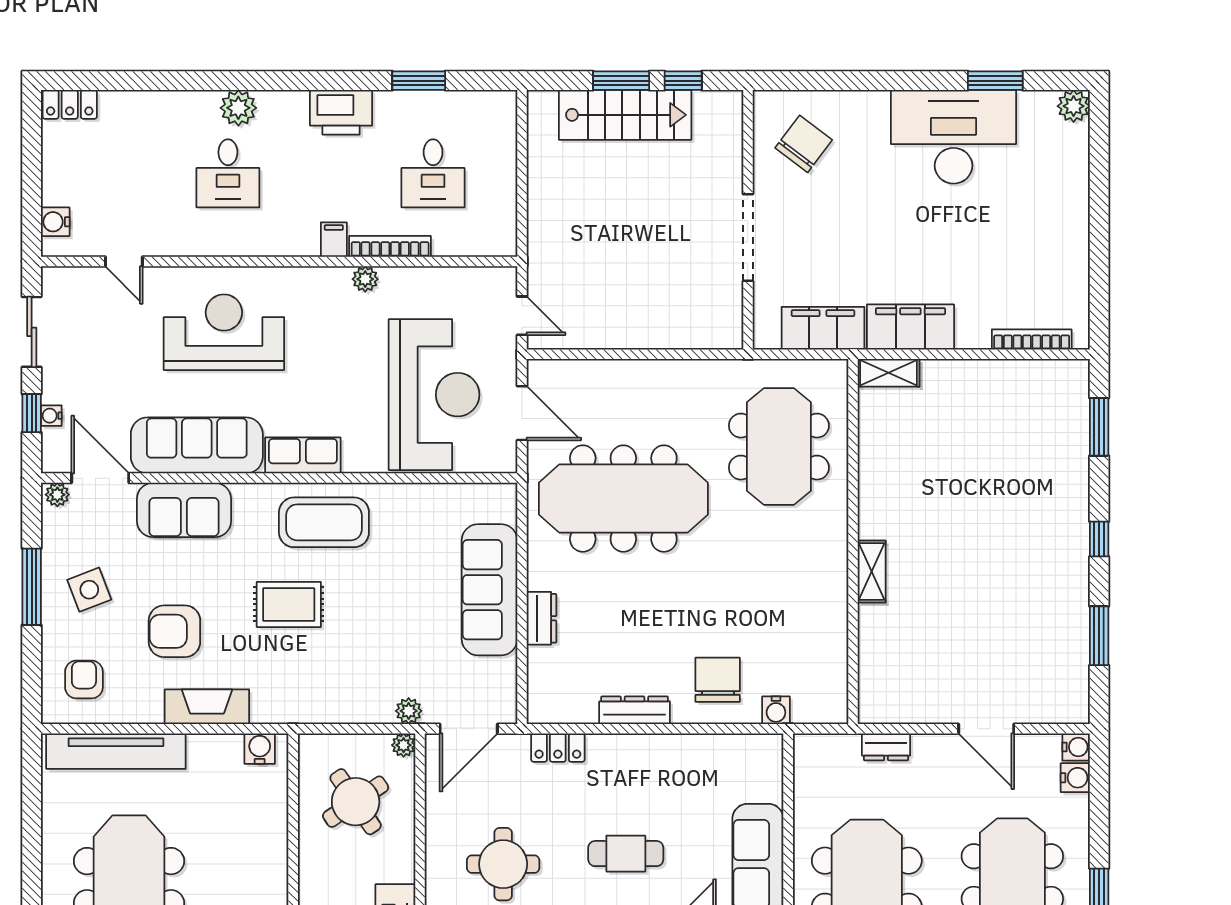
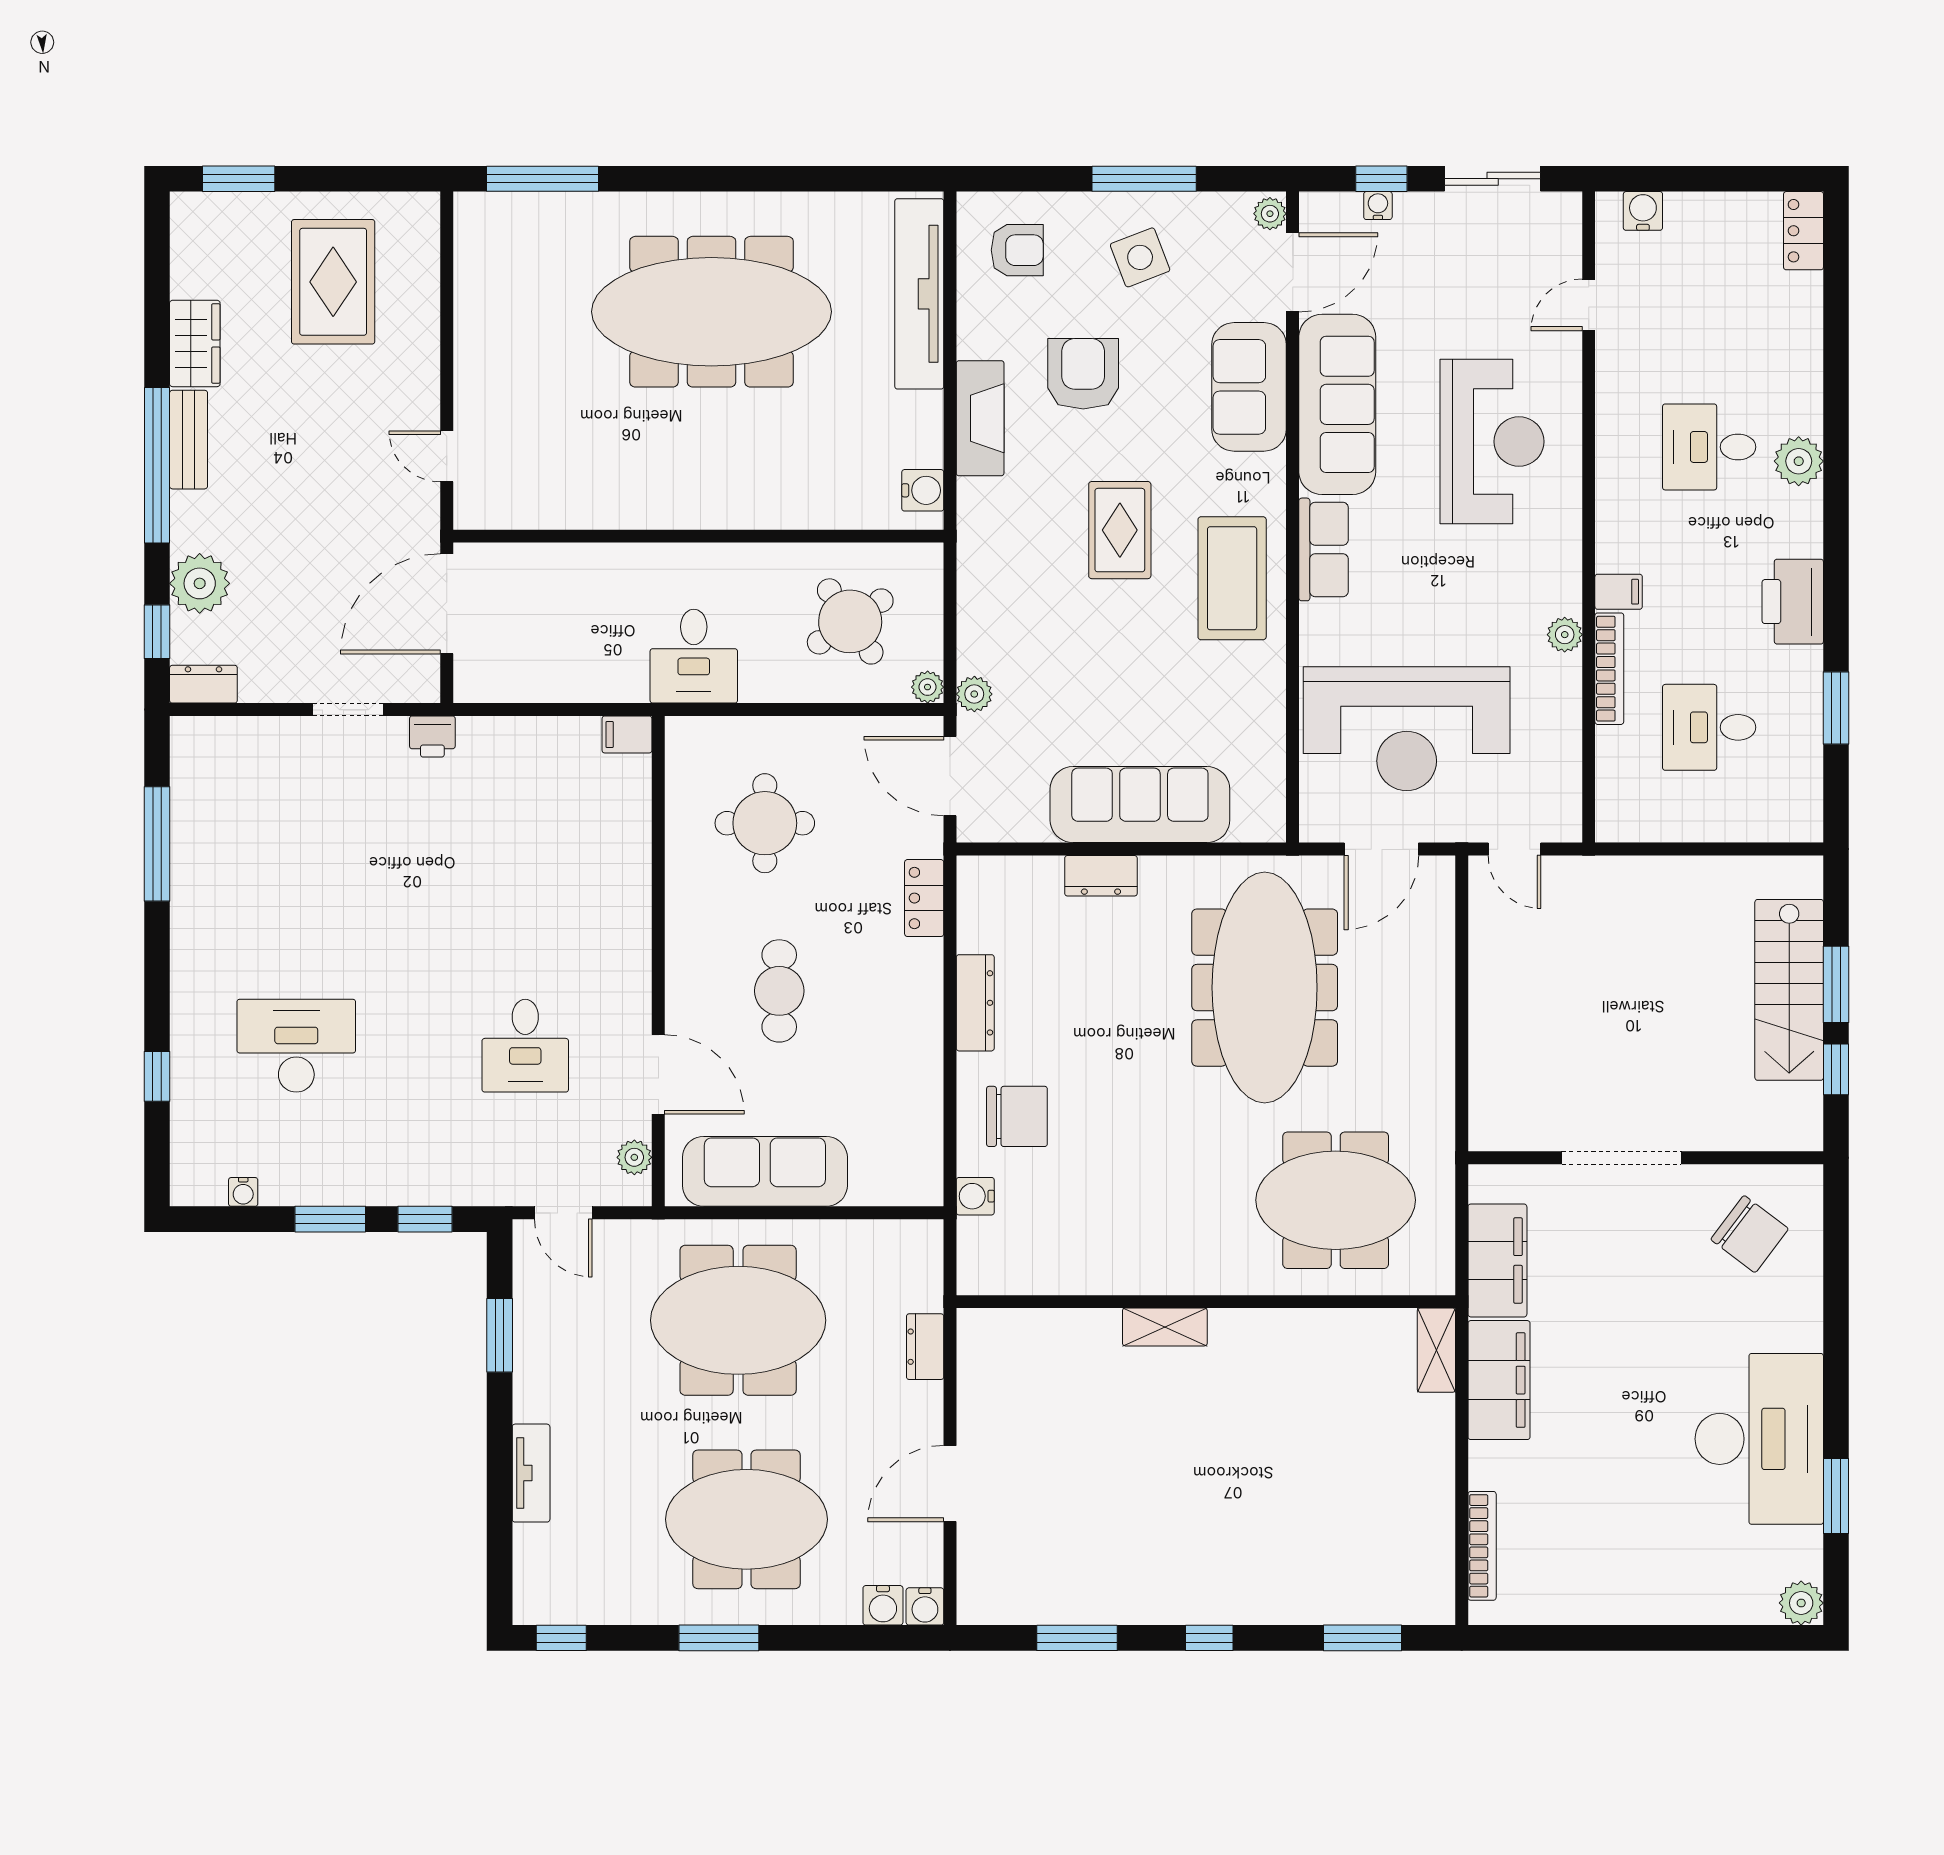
door: (522, 316) -> (1514, 849), hinge flipped

